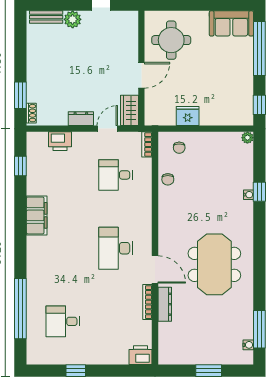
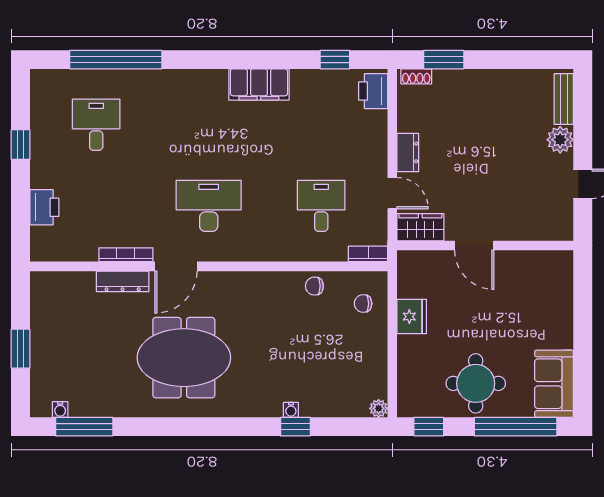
round table: (171, 40) -> (476, 383), moved
printer: (60, 141) -> (373, 91), moved
printer: (141, 355) -> (44, 207), moved

